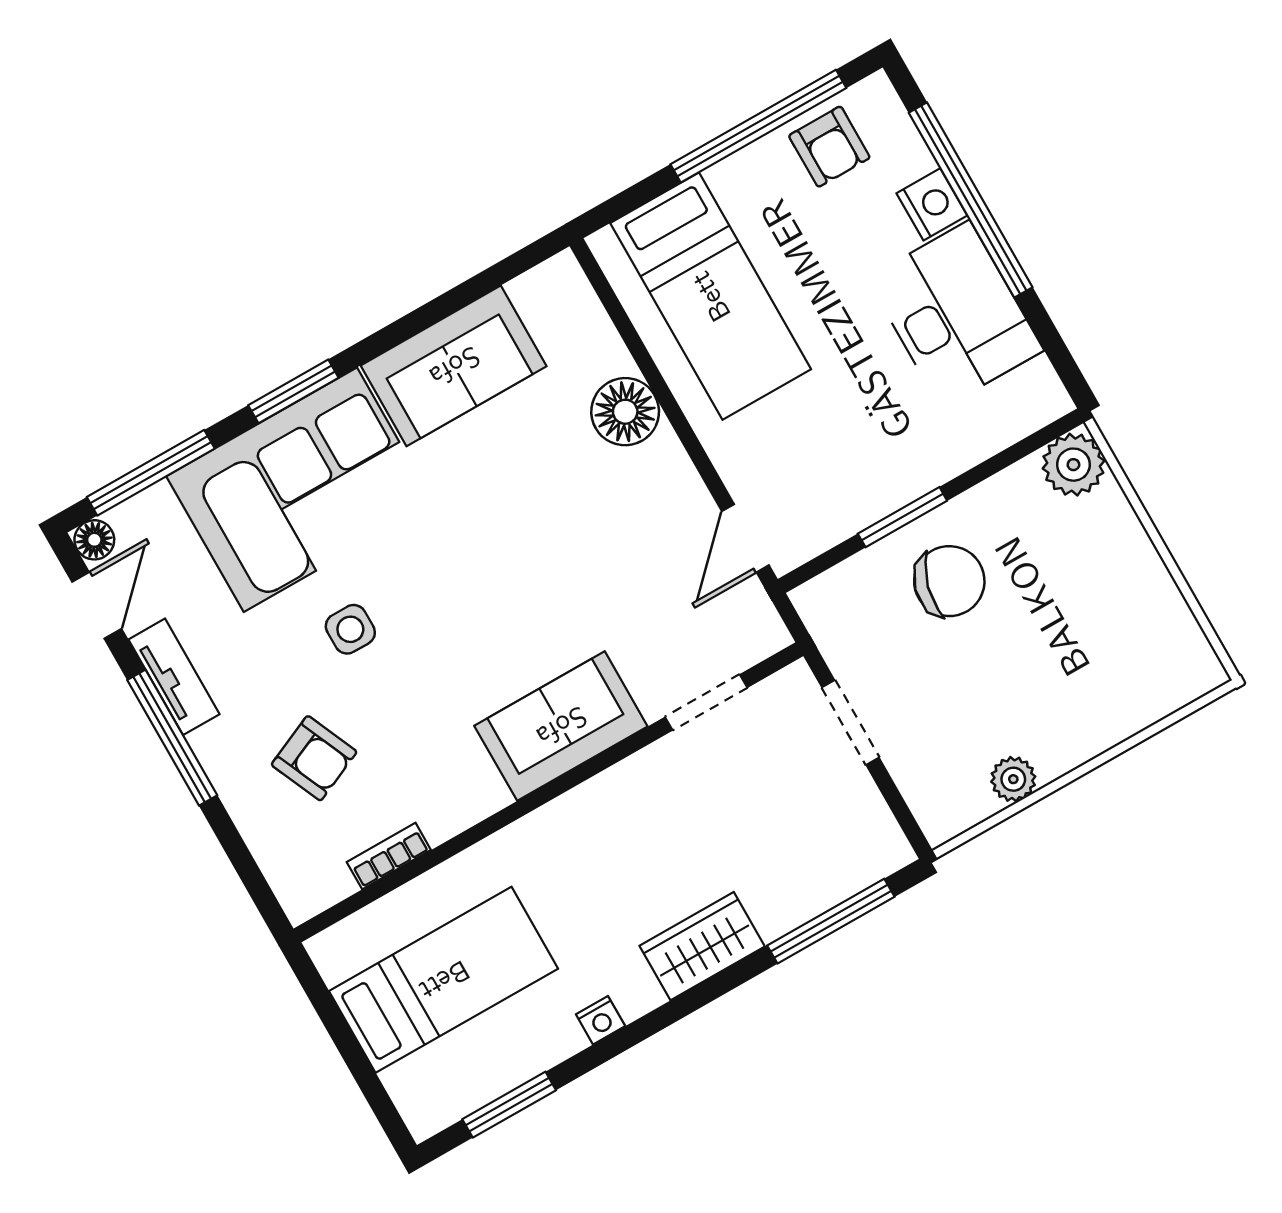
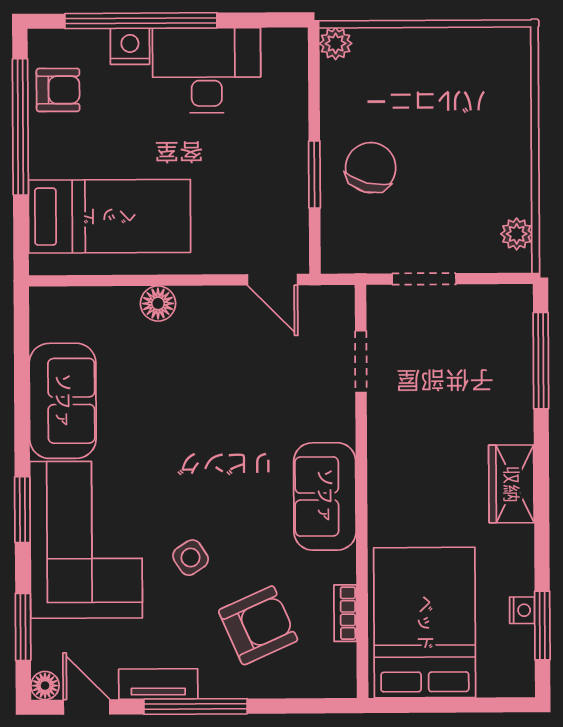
floor lamp: (625, 412) -> (158, 303), width x0.73, depth x0.73
plant: (1073, 465) -> (336, 43), width x0.73, depth x0.73
window: (151, 473) -> (23, 627), width x0.69
side table: (350, 629) -> (191, 558), turned -33
sofa: (561, 726) -> (325, 496), moved
armchair: (314, 758) -> (258, 625), width x1.38, depth x1.38
plant: (1013, 779) -> (517, 234), moved
wardrobe: (702, 946) -> (511, 484), moved
bed: (444, 980) -> (425, 623), width x1.50
nightstand: (601, 1020) -> (522, 610), moved

